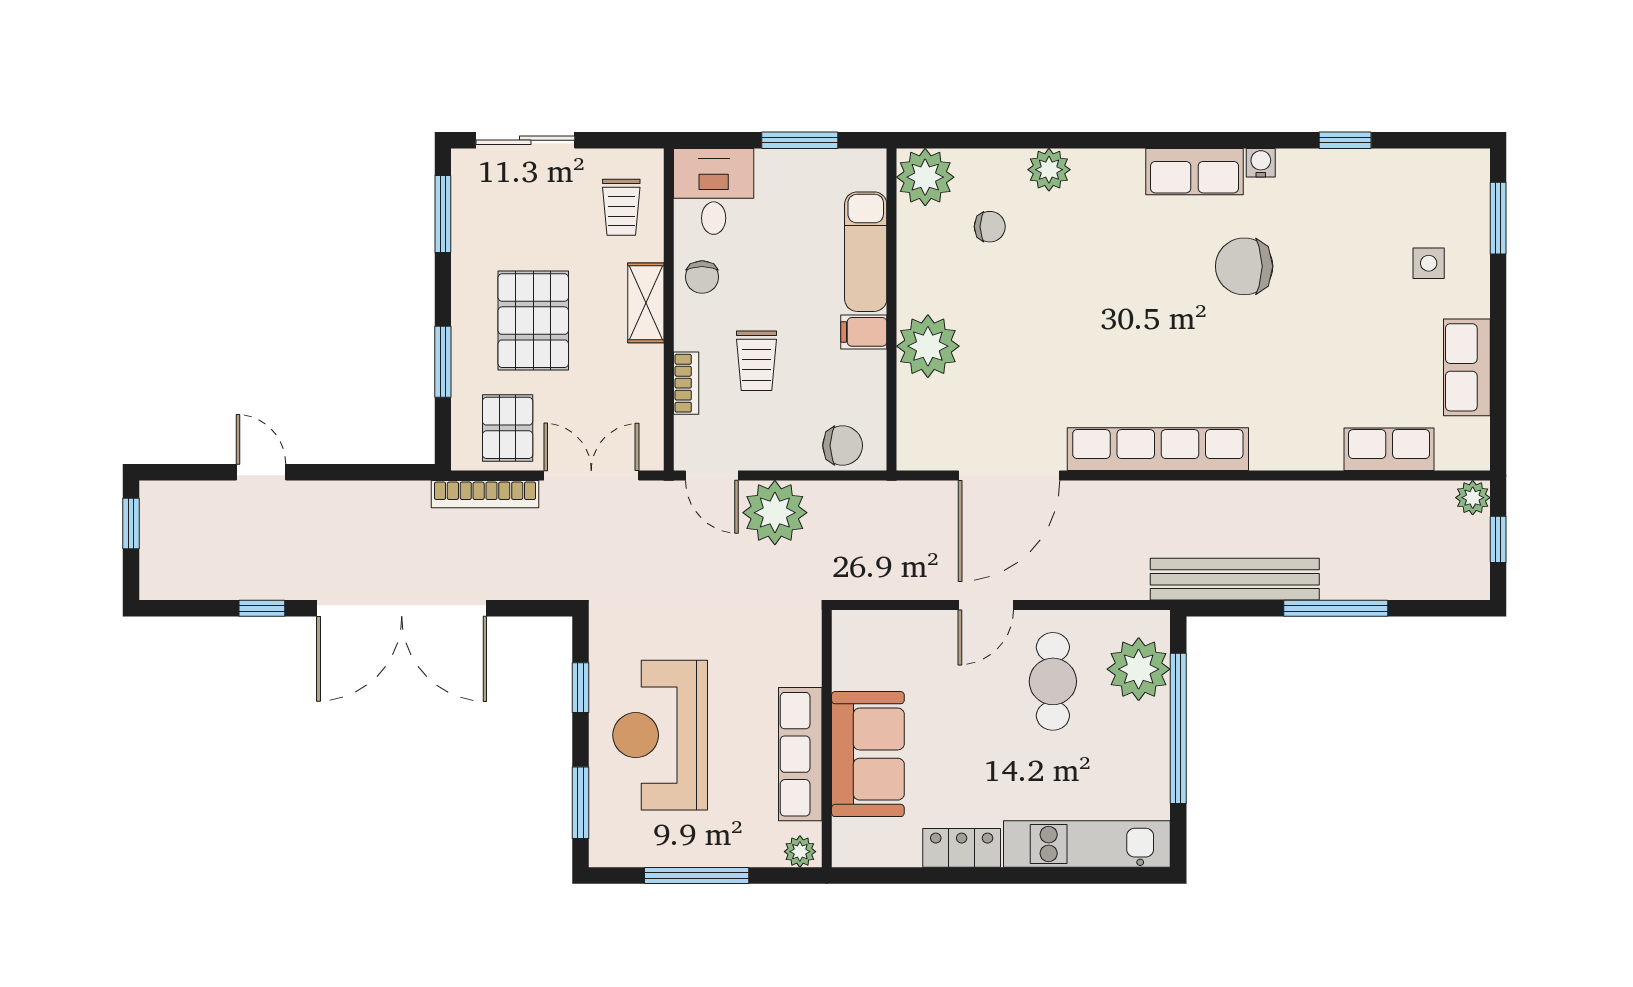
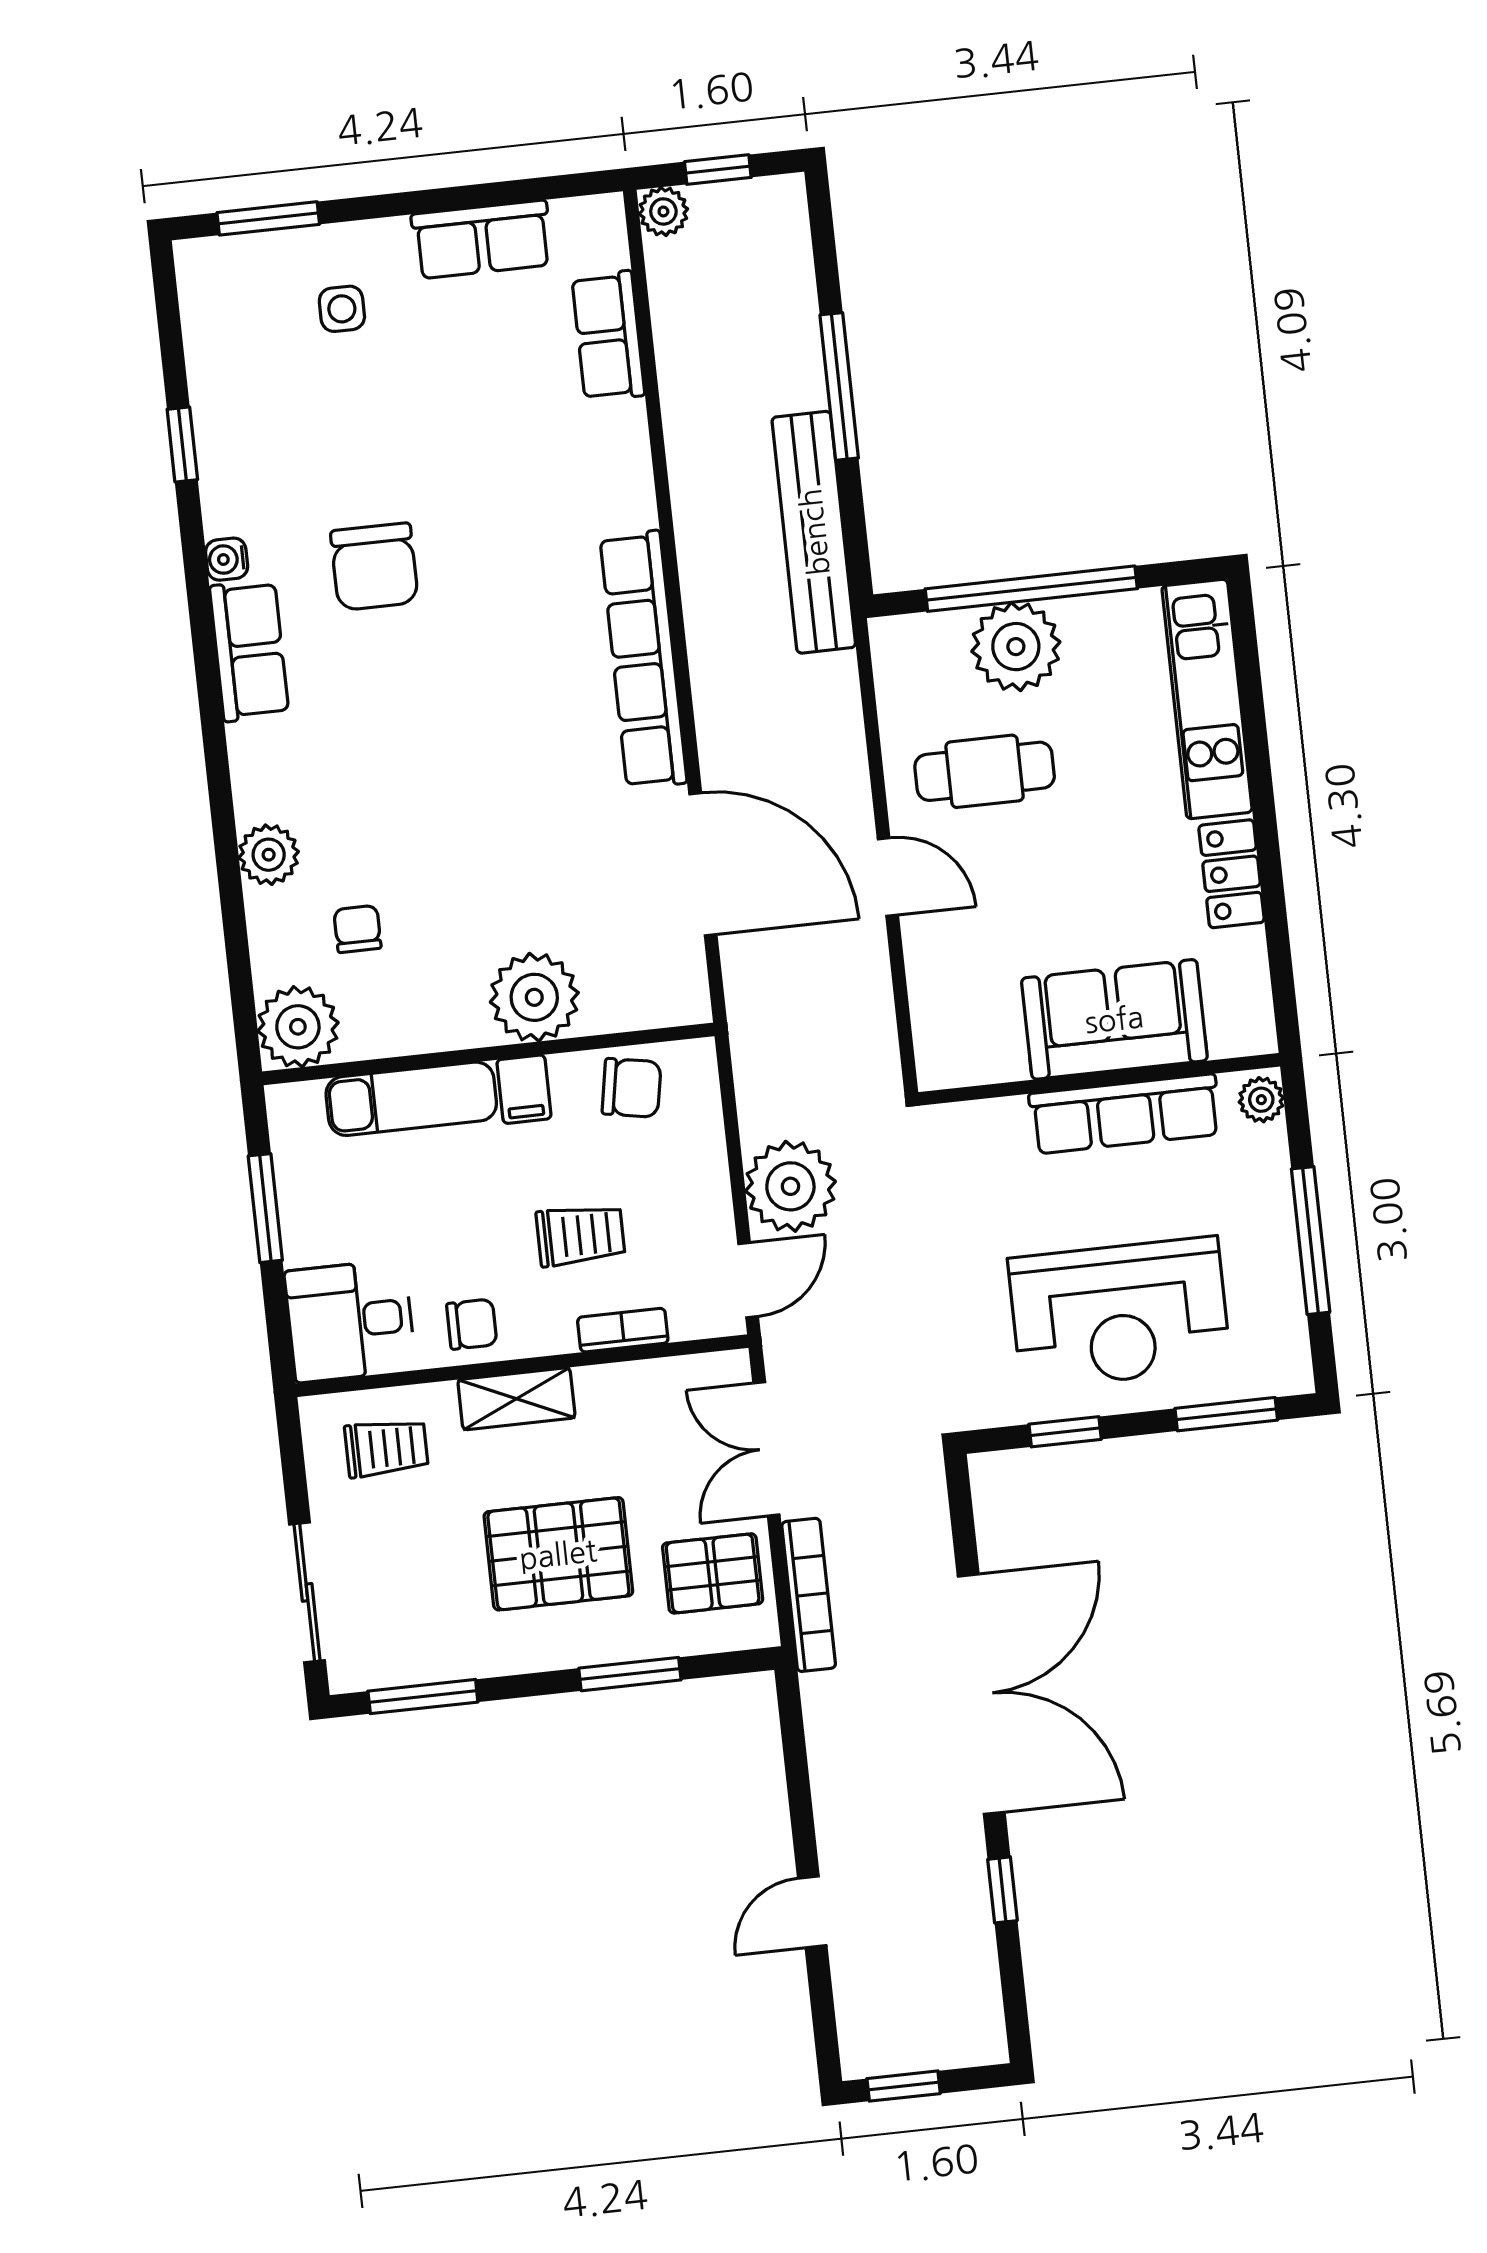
chair: (843, 446) -> (631, 1088), moved, turned 100
plant: (1139, 669) -> (1016, 647), moved

